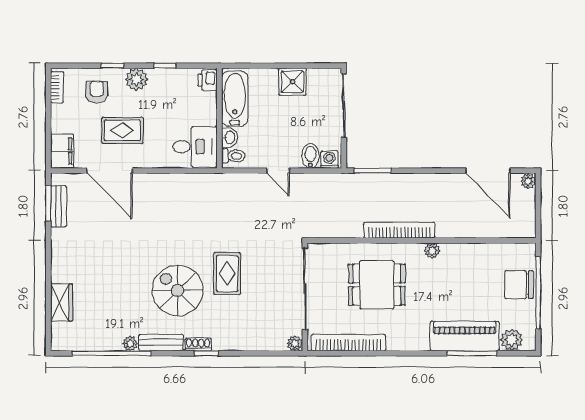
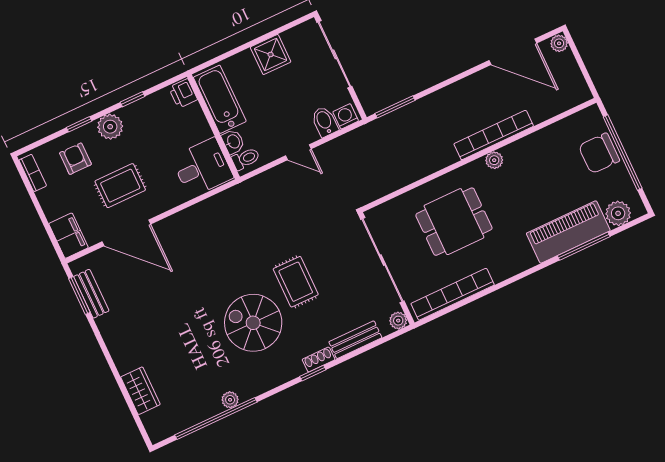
bookcase: (399, 230) -> (494, 135), moved
bench: (161, 343) -> (355, 340), moved
shoe rack: (198, 345) -> (319, 359), moved

